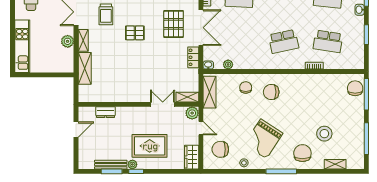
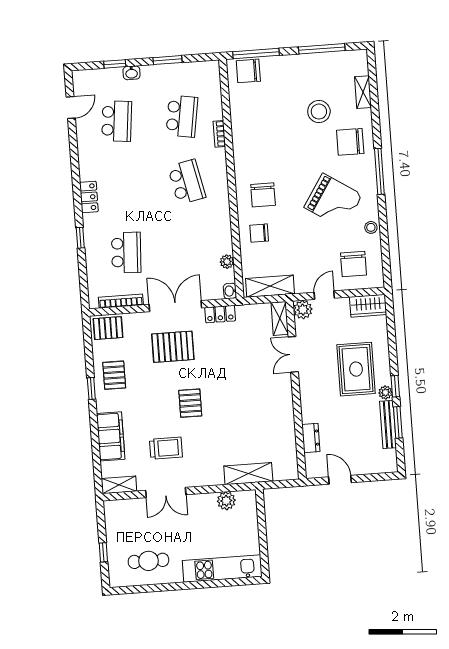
shelving: (83, 40) -> (207, 479), removed
plant: (68, 41) -> (226, 501), moved

